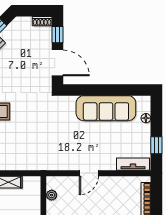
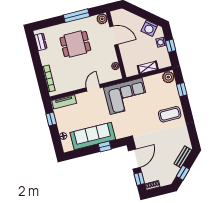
door: (57, 63) -> (134, 159), swing flipped
window: (93, 90) -> (105, 146), added
corner sofa: (47, 151) -> (126, 96), added

